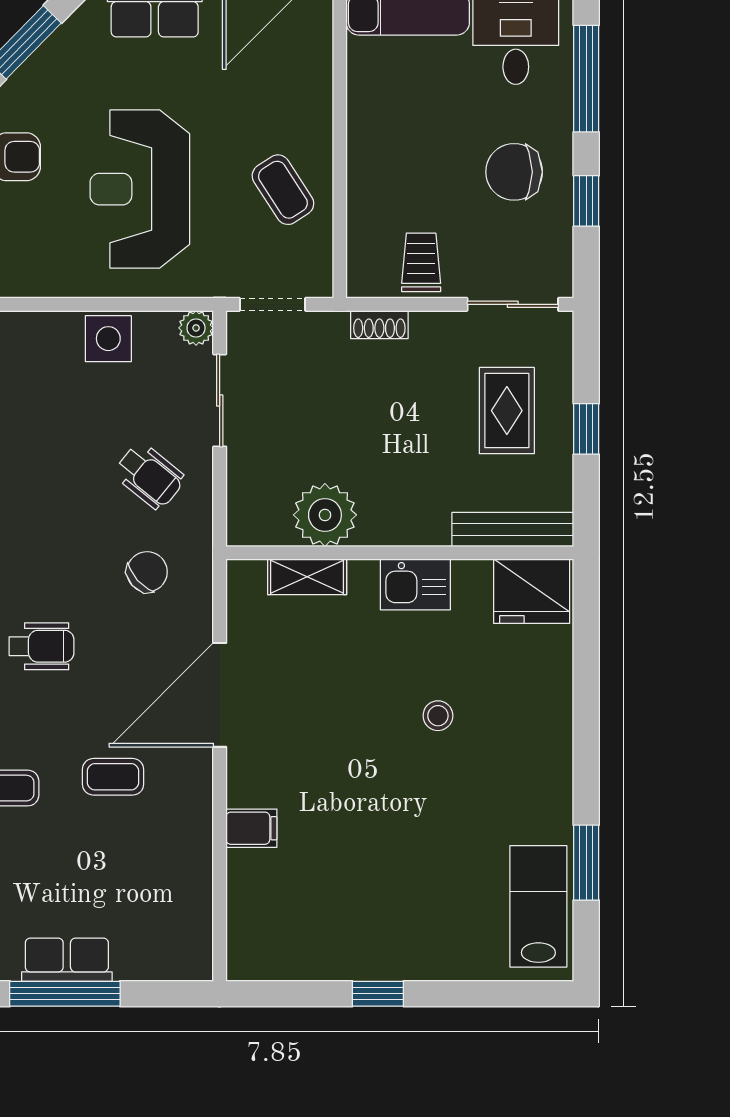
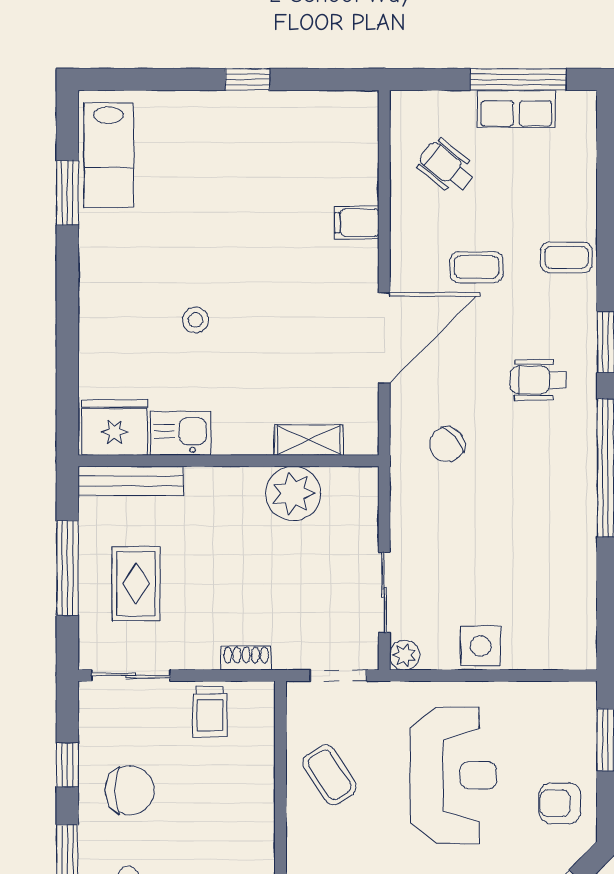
window: (586, 429) -> (67, 568), width x2.17
wheelchair: (149, 476) -> (447, 167), moved
kitchen sink: (415, 584) -> (181, 433), moved

